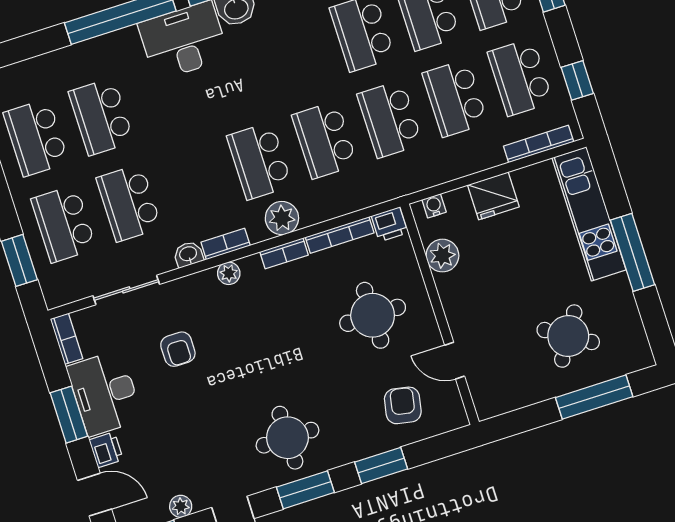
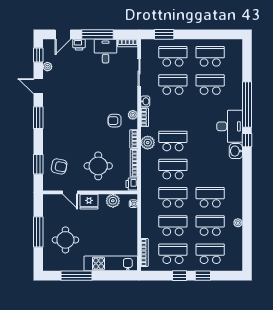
window: (577, 80) -> (179, 276), moved
fridge: (493, 196) -> (89, 202), moved, turned -90
window: (633, 252) -> (77, 276), moved
round table: (568, 336) -> (65, 240), turned -32
armchair: (178, 349) -> (115, 121), moved
door: (455, 361) -> (70, 192), swing flipped
desk: (105, 393) -> (106, 51), width x0.73
window: (594, 397) -> (38, 232), moved
window: (69, 415) -> (98, 34), width x1.44
round table: (287, 438) -> (61, 117), removed
window: (381, 465) -> (38, 164), moved

